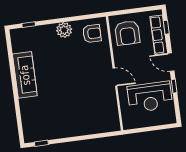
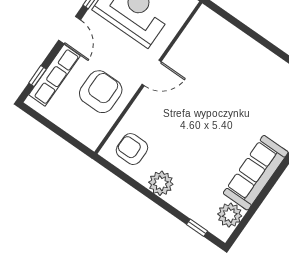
armchair: (127, 33) -> (101, 92), moved
plant: (19, 44) -> (230, 215), added
door: (115, 77) -> (152, 73), swing flipped

